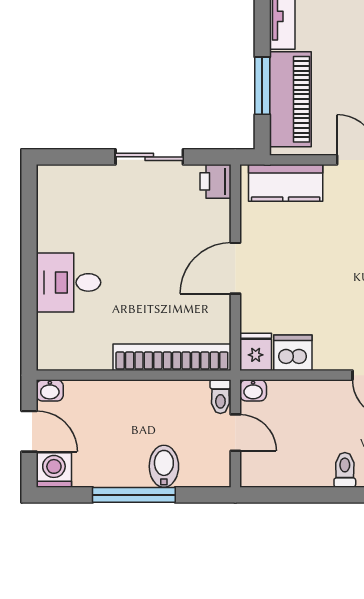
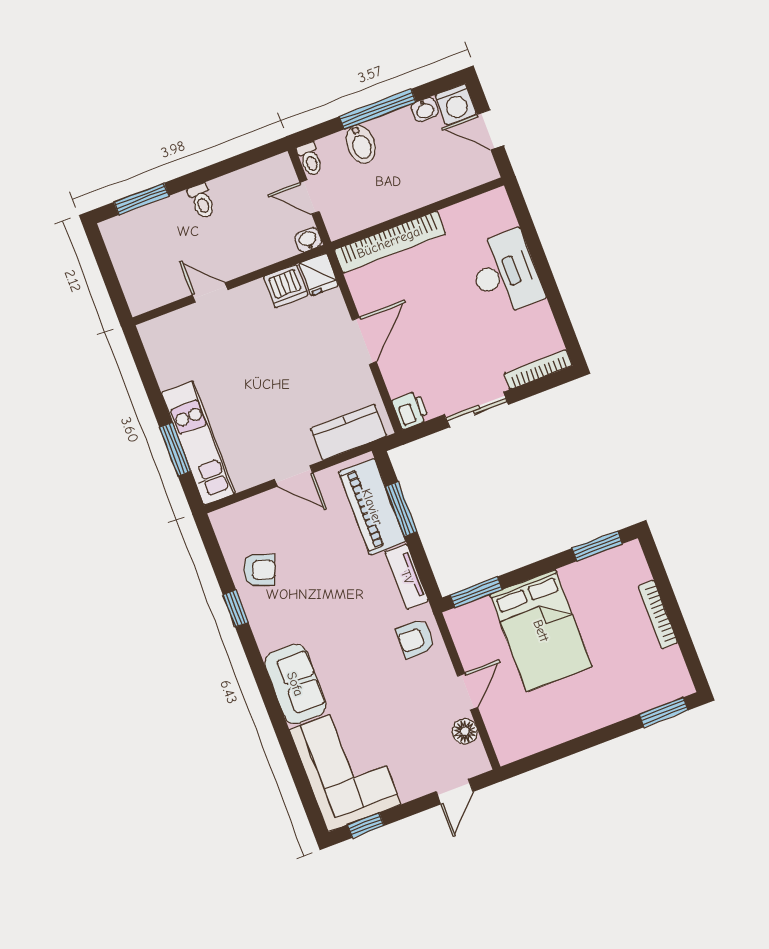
bookcase: (72, 174) -> (538, 369), added
desk: (68, 282) -> (505, 273), width x1.37
washbasin: (50, 390) -> (425, 110), moved, turned 180
toilet: (220, 397) -> (310, 159), moved, turned 180

